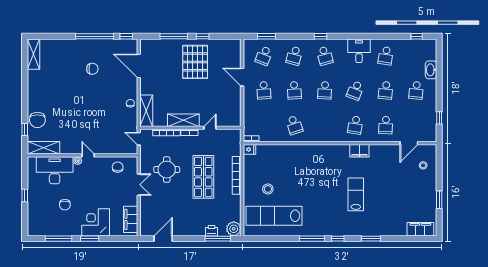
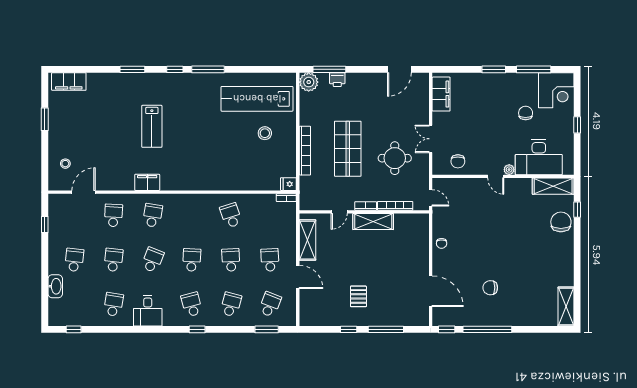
pallet: (195, 62) -> (358, 296), width x0.49, depth x0.50
shelving: (146, 111) -> (308, 240), moved
lab bench: (274, 216) -> (257, 99), turned 180
corner desk: (96, 222) -> (556, 90), moved

